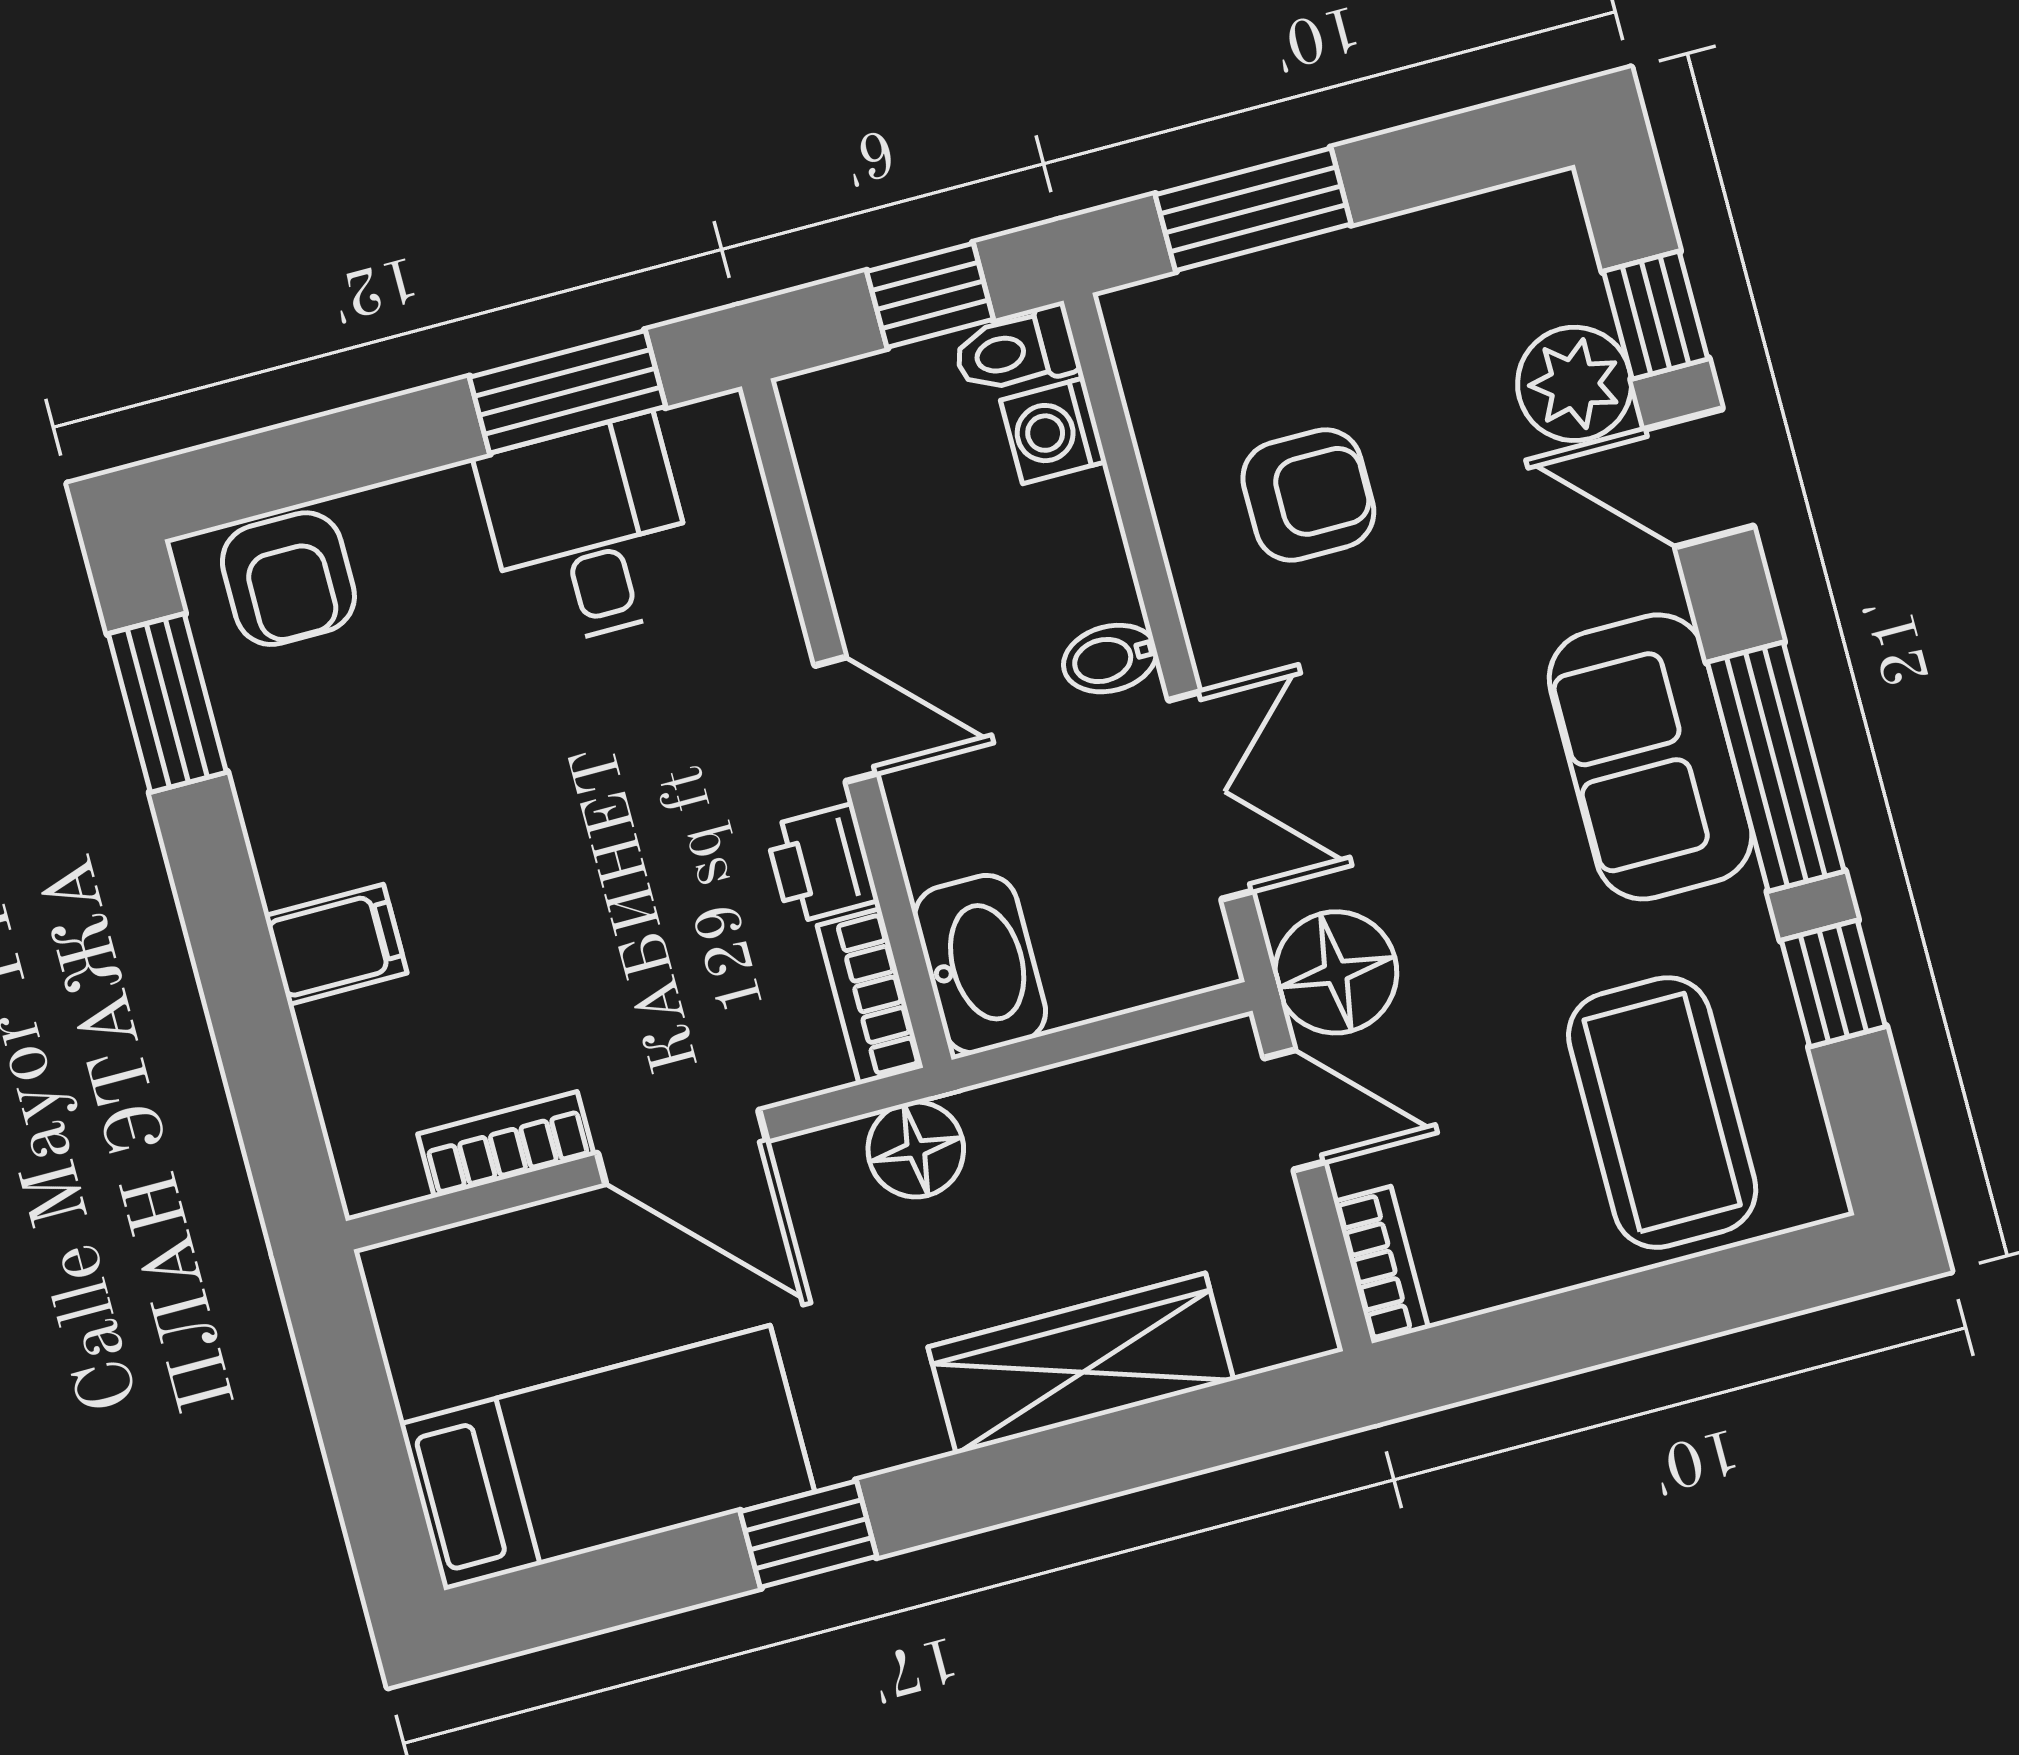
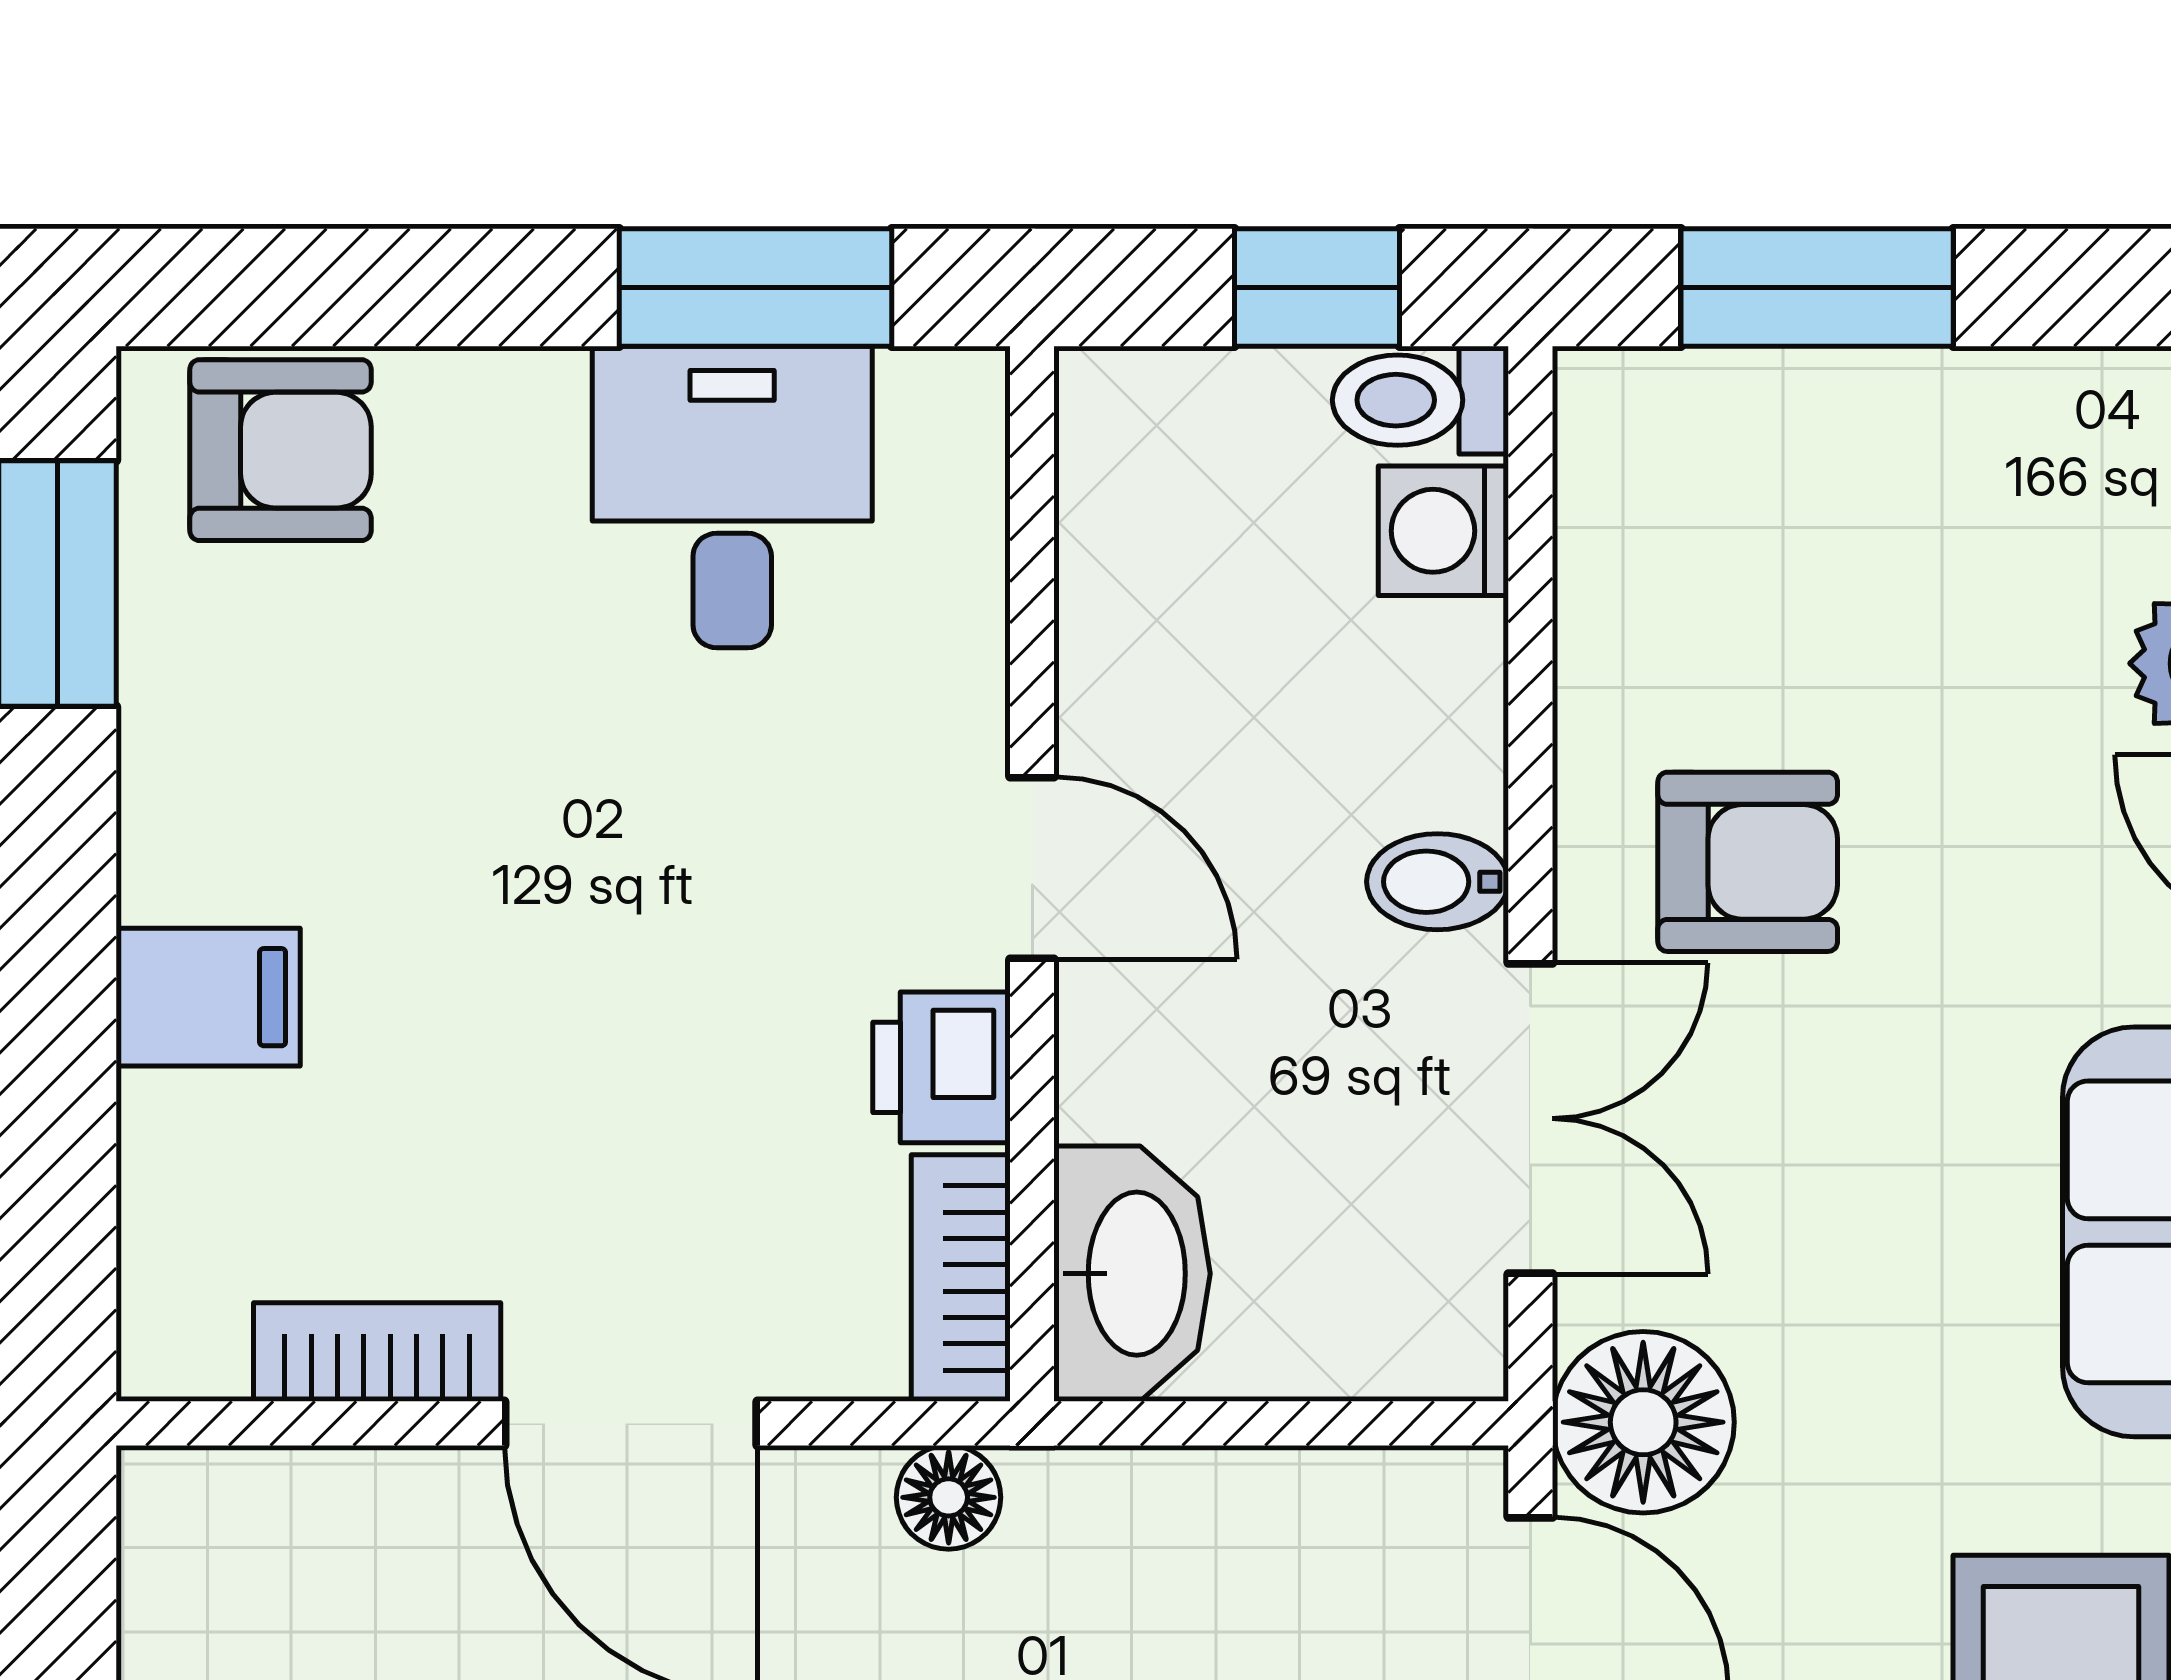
armchair: (1308, 495) -> (1748, 862), moved
armchair: (288, 579) -> (280, 450), turned -90
floor lamp: (916, 1149) -> (949, 1497), width x0.73, depth x0.73

